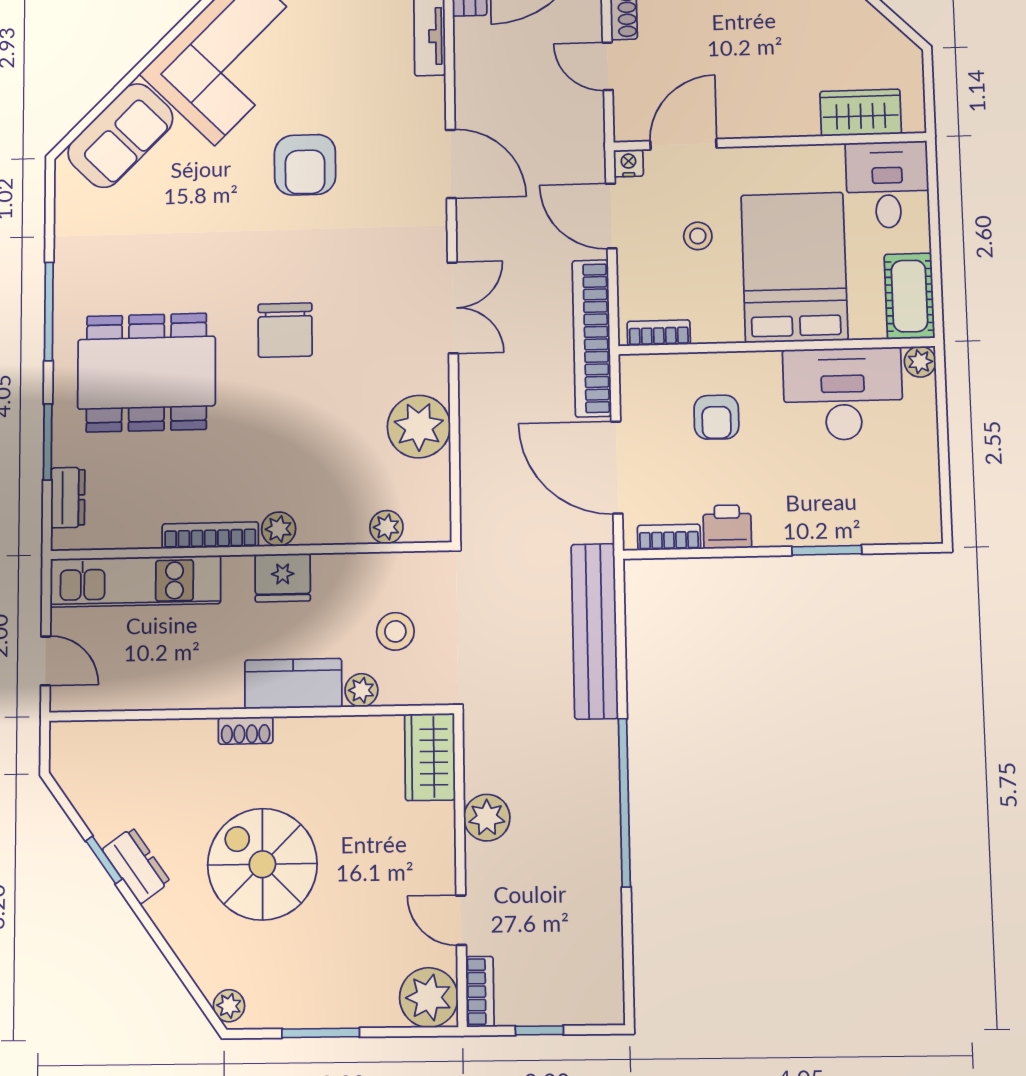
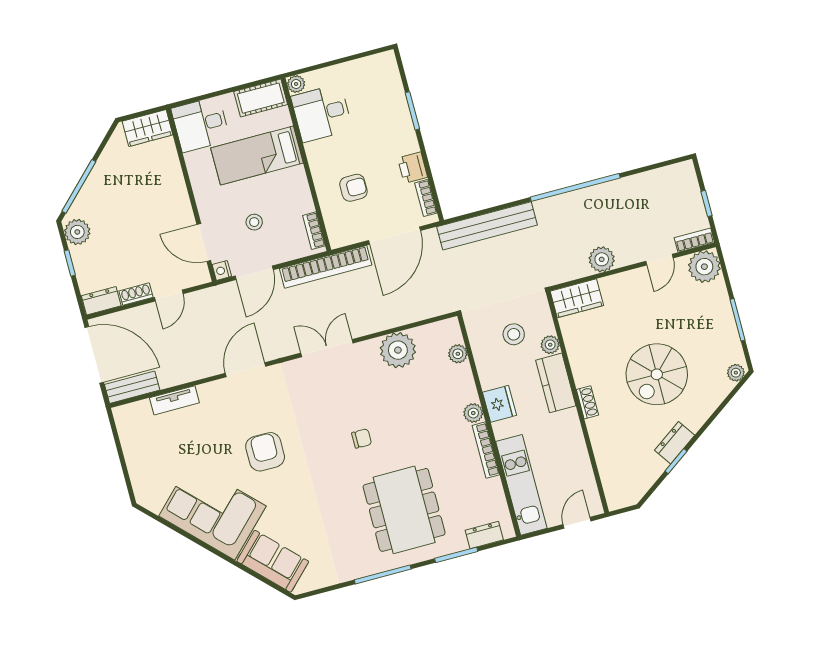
wardrobe: (861, 113) -> (148, 128), moved, turned -90
armchair: (305, 165) -> (265, 452), turned -90
bed: (794, 267) -> (257, 155), width x0.67
chair: (285, 330) -> (362, 438), width x0.54, depth x0.54
desk: (843, 394) -> (322, 113), width x0.73

